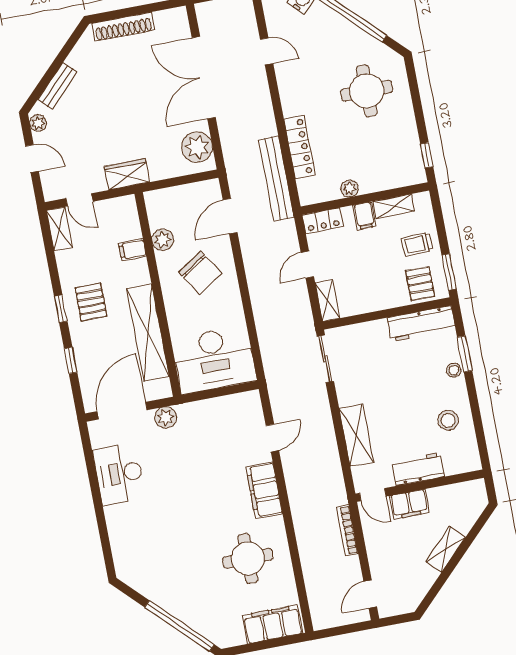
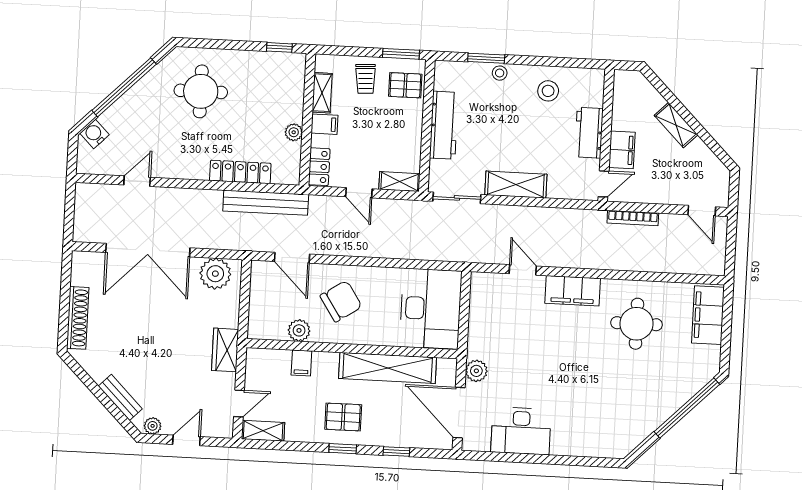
workbench: (421, 324) -> (444, 125), moved
shelving: (356, 435) -> (516, 185), moved

